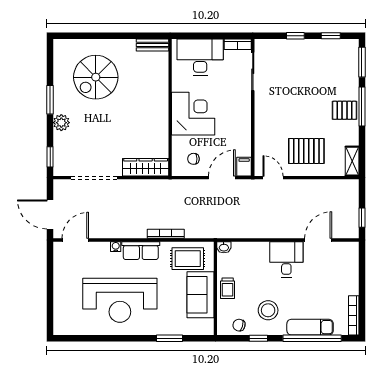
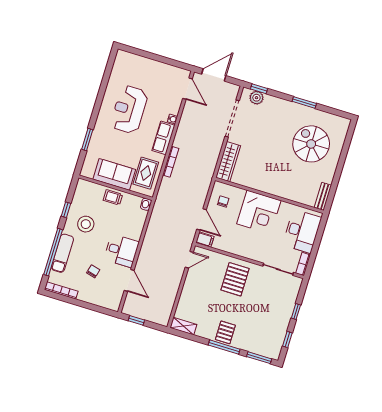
plant: (61, 123) -> (256, 98), moved
pallet: (306, 151) -> (235, 279), moved
reception desk: (120, 300) -> (129, 109), width x0.74, depth x0.77
chair: (239, 325) -> (93, 271), moved

